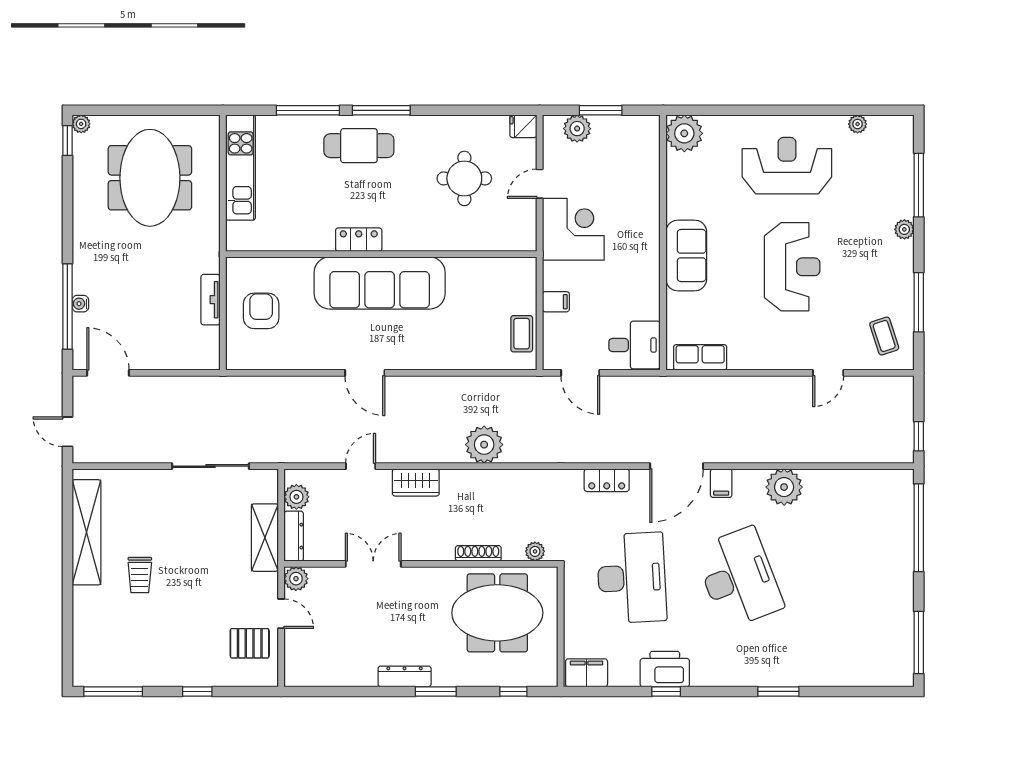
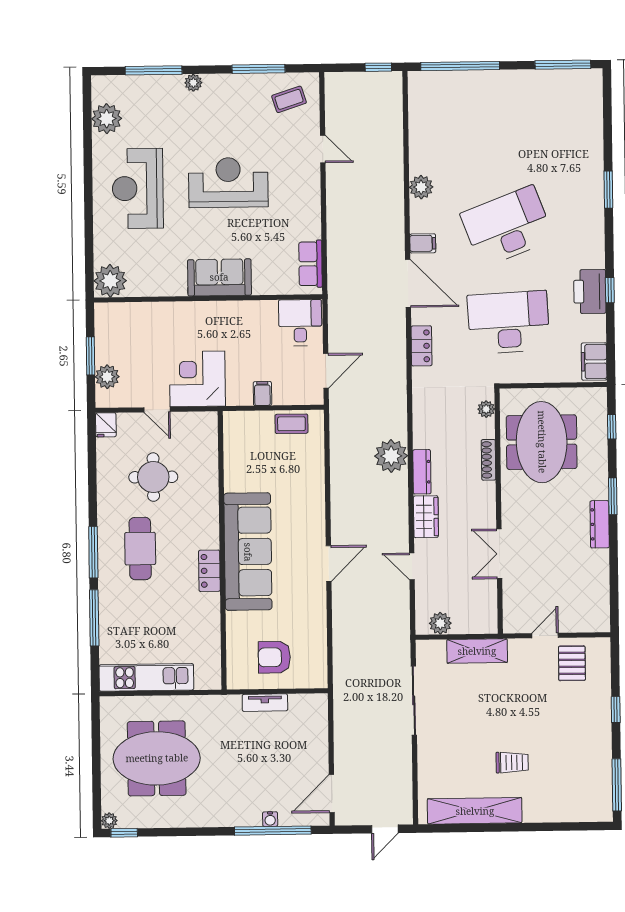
plant: (858, 124) -> (107, 119), width x1.88, depth x1.88
cafe table: (359, 146) -> (140, 549), moved
plant: (784, 487) -> (421, 187), width x0.73, depth x0.73
dresser: (294, 536) -> (422, 472), moved, turned 90
plant: (296, 579) -> (514, 623), removed

